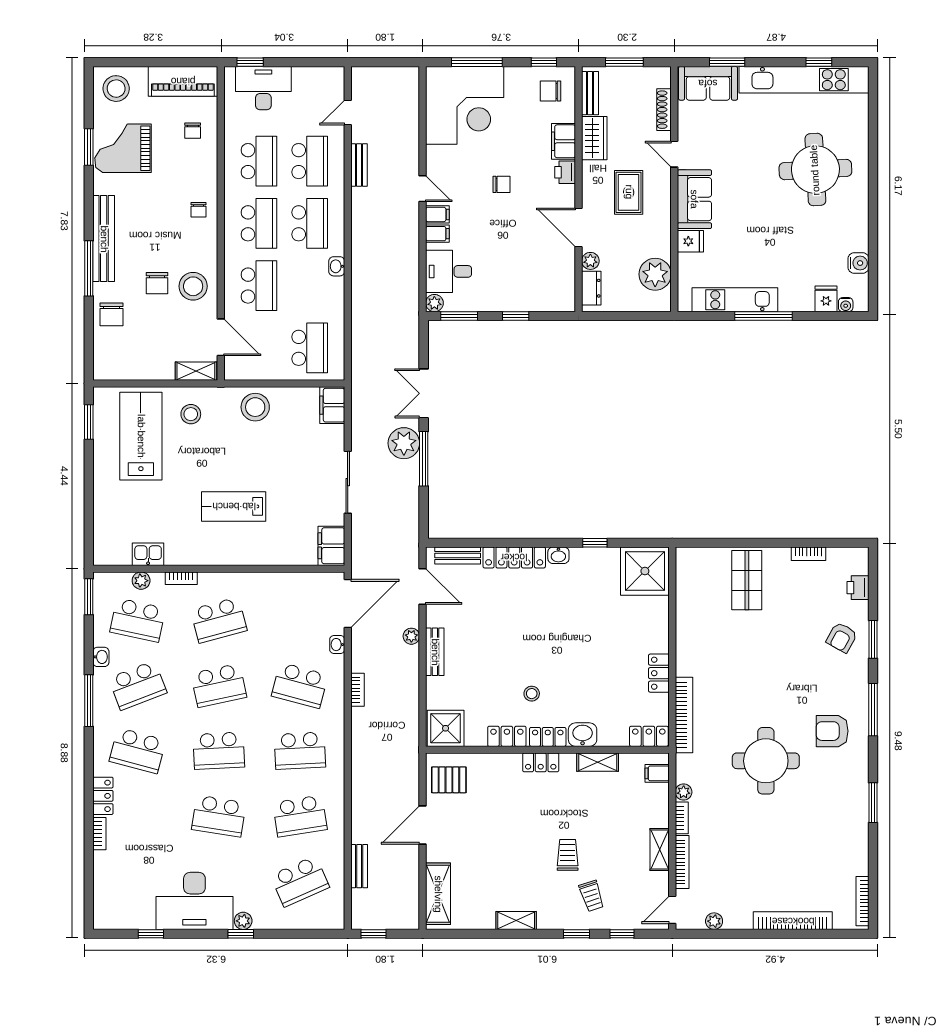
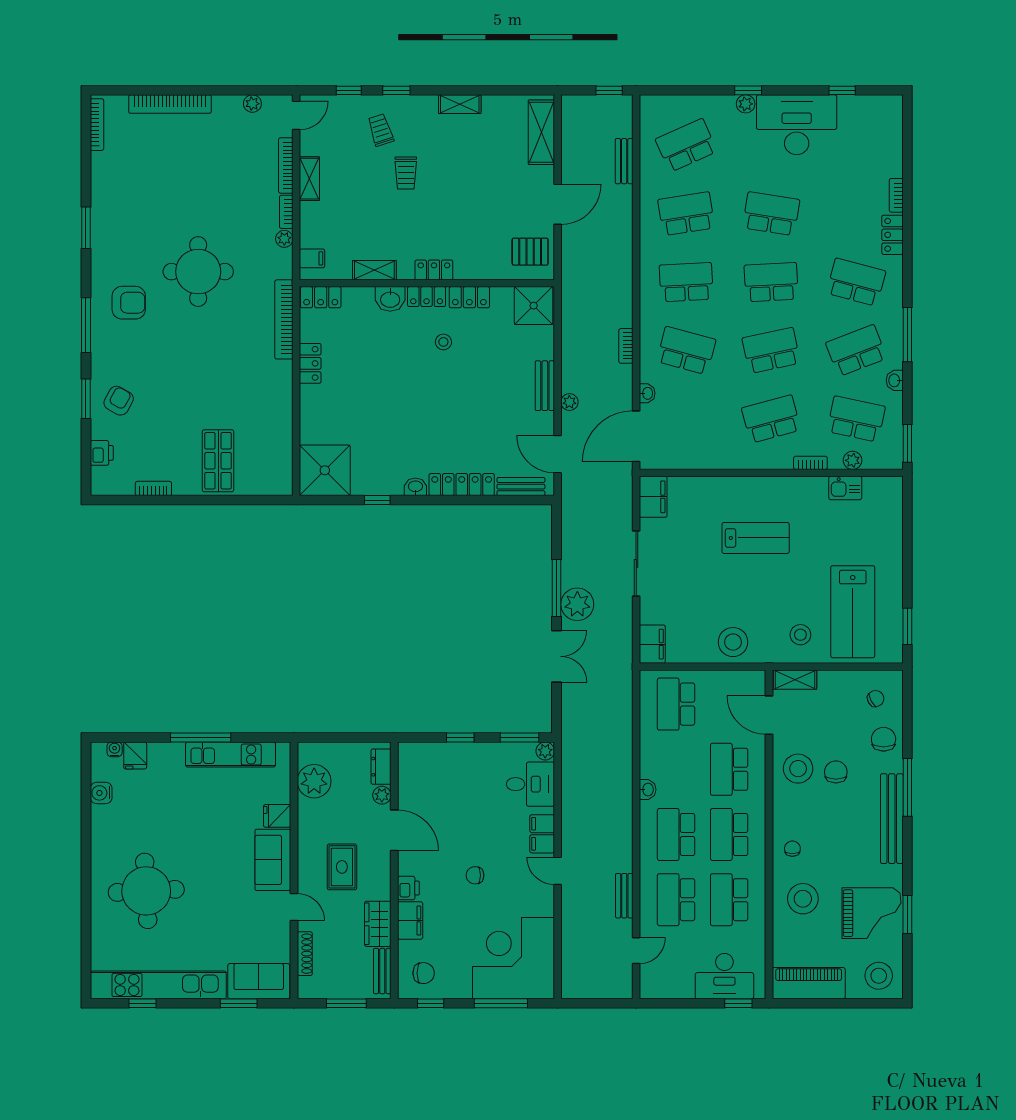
chair: (193, 131) -> (876, 699), moved, turned 61
stool: (189, 162) -> (803, 899), added

